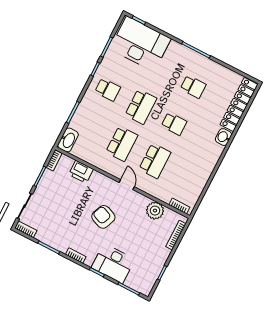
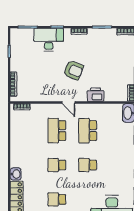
school desk: (108, 90) -> (118, 165), removed
school desk: (141, 107) -> (88, 165), width x0.54
printer: (81, 172) -> (96, 95), moved
plant: (155, 211) -> (38, 94), removed

